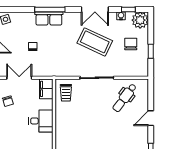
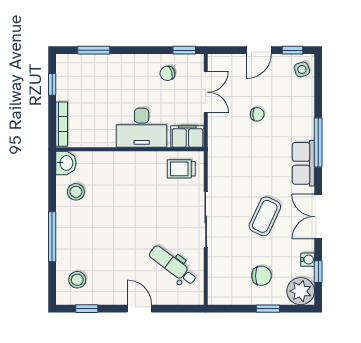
row of seats: (49, 18) -> (303, 163), moved
coffee table: (95, 42) -> (265, 216), width x0.73, depth x0.76
window: (151, 51) -> (268, 309), moved
desk: (41, 121) -> (142, 128), width x1.37

